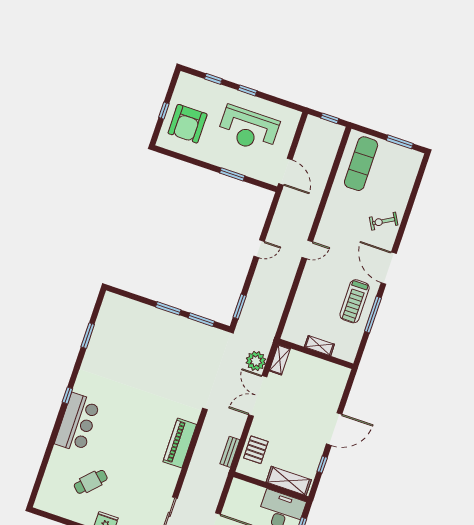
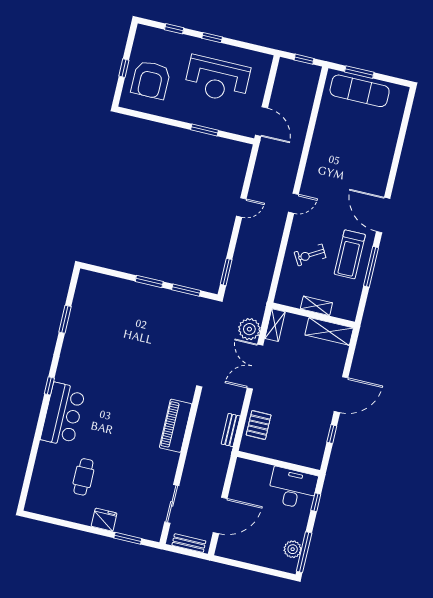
window: (400, 142) -> (359, 72), moved
exercise mat: (361, 164) -> (360, 91), moved, turned 90
exercise bike: (384, 221) -> (310, 255), moved
shelving: (289, 481) -> (329, 331), moved
cafe table: (91, 482) -> (83, 477), turned -44

